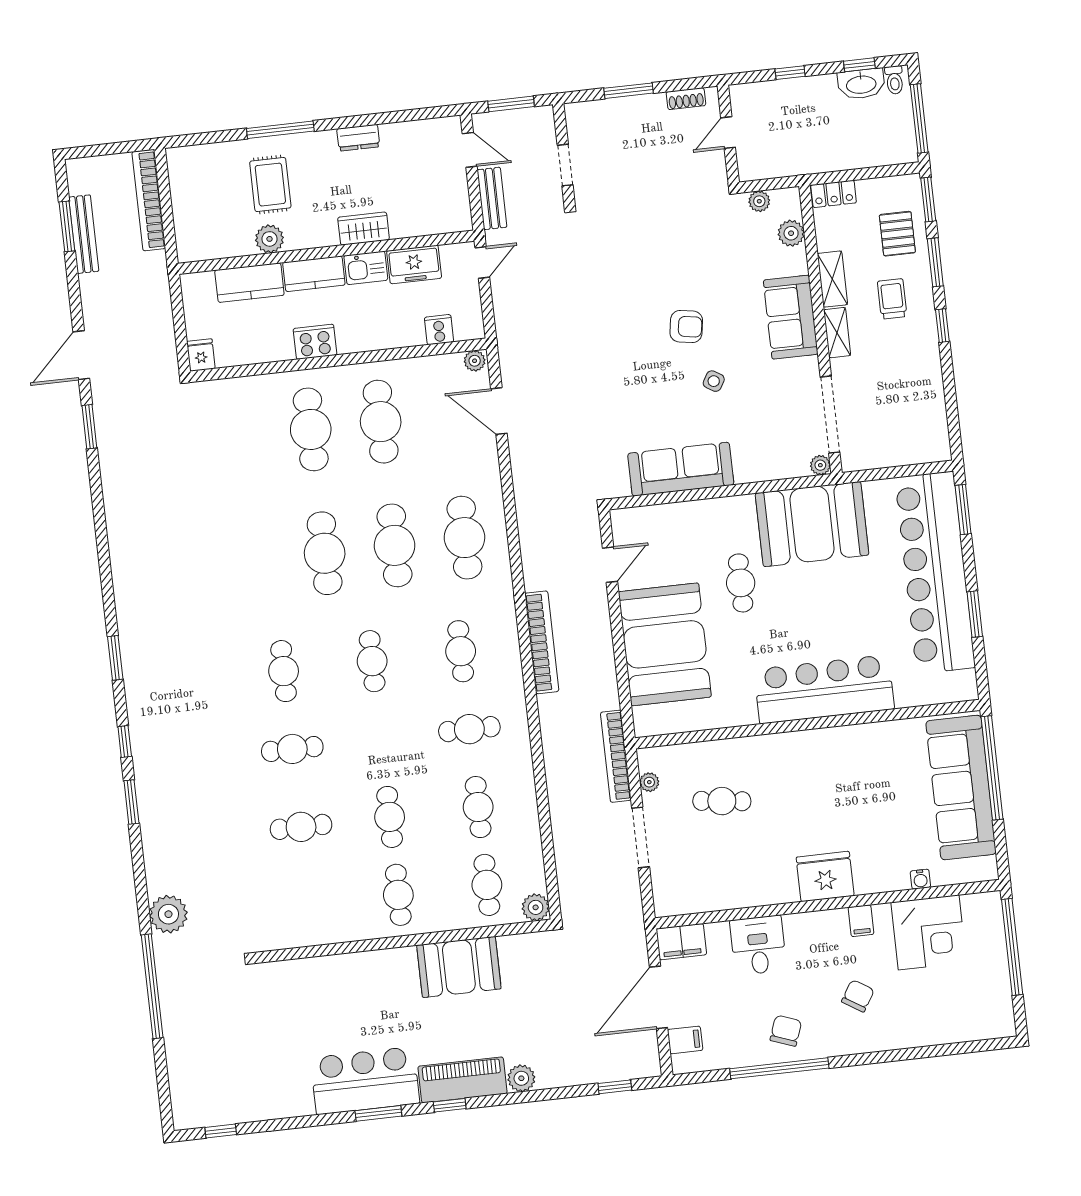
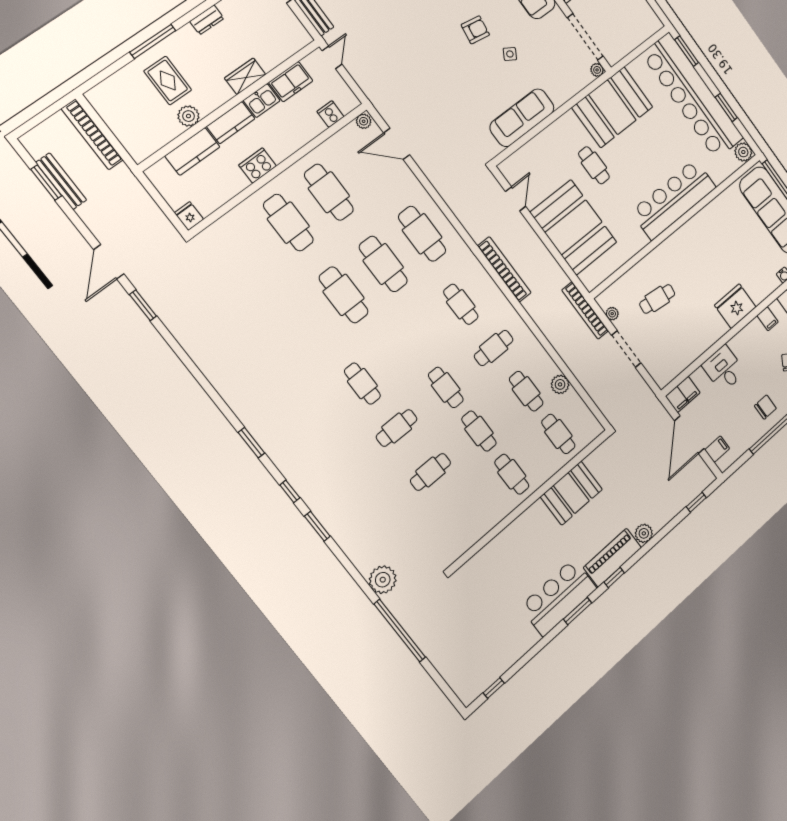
cafe table: (372, 661) -> (446, 387), moved
plant: (963, 686) -> (743, 152), added
plant: (536, 907) -> (560, 384), moved
chair: (786, 1031) -> (765, 407), turned 70

